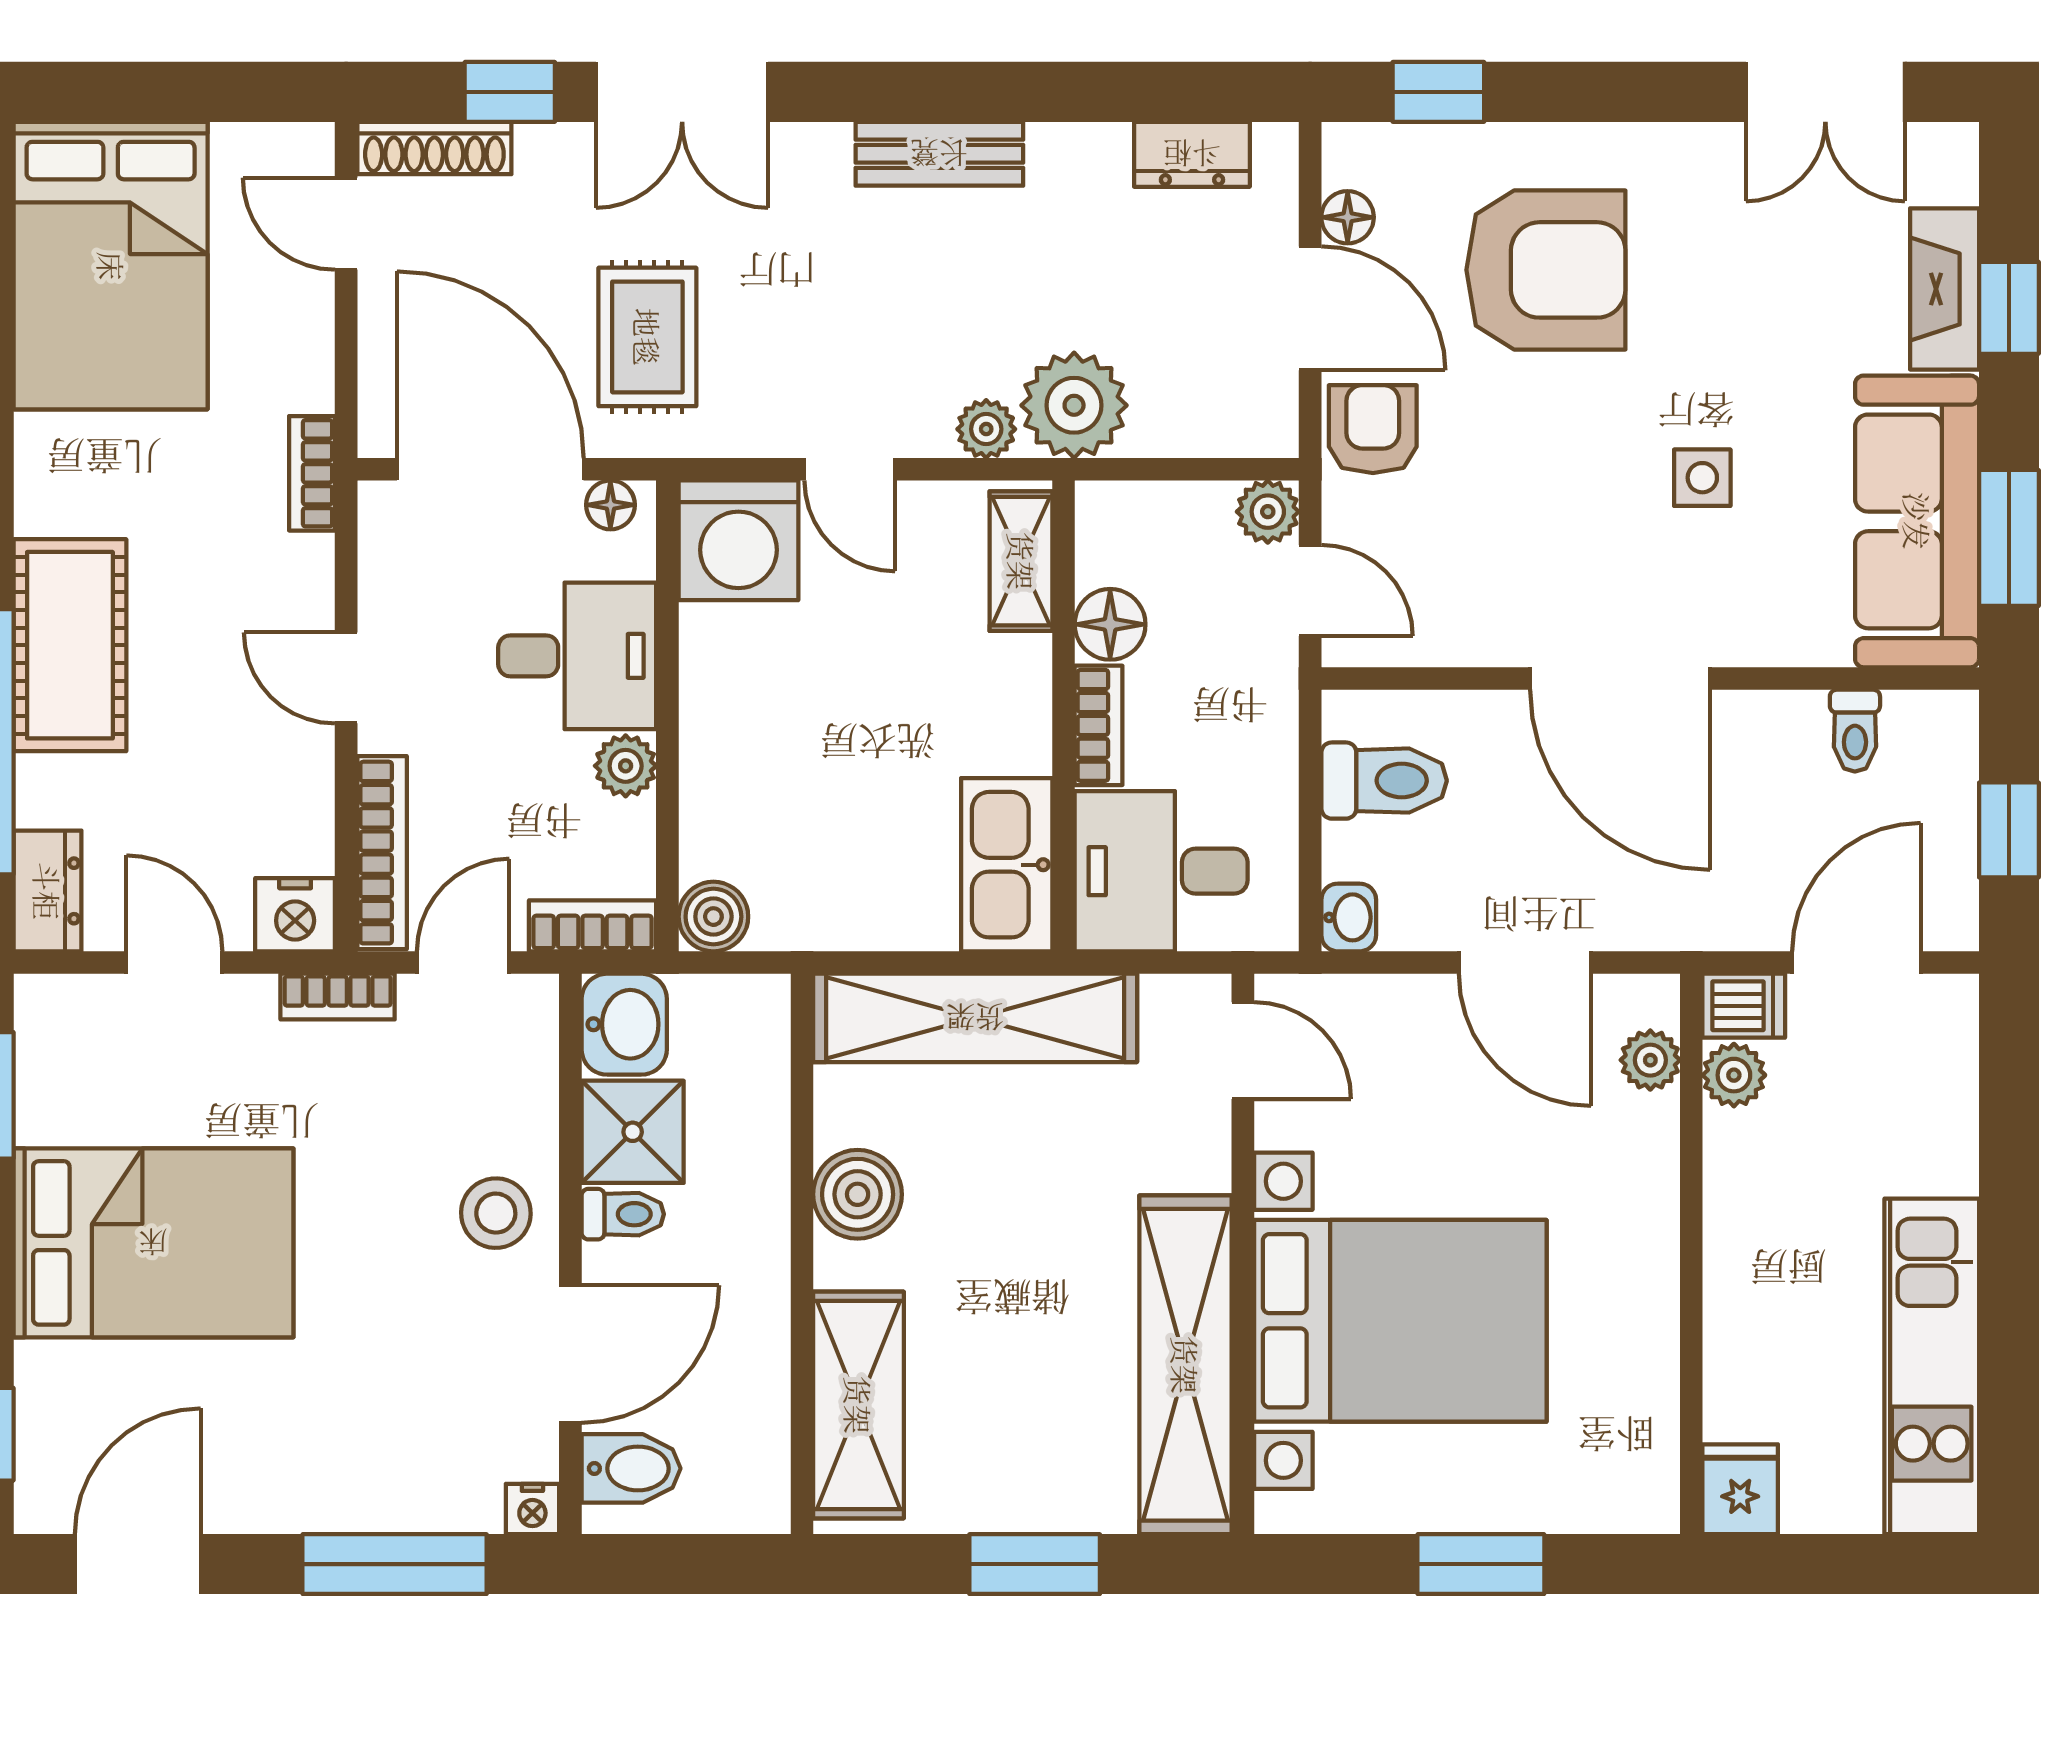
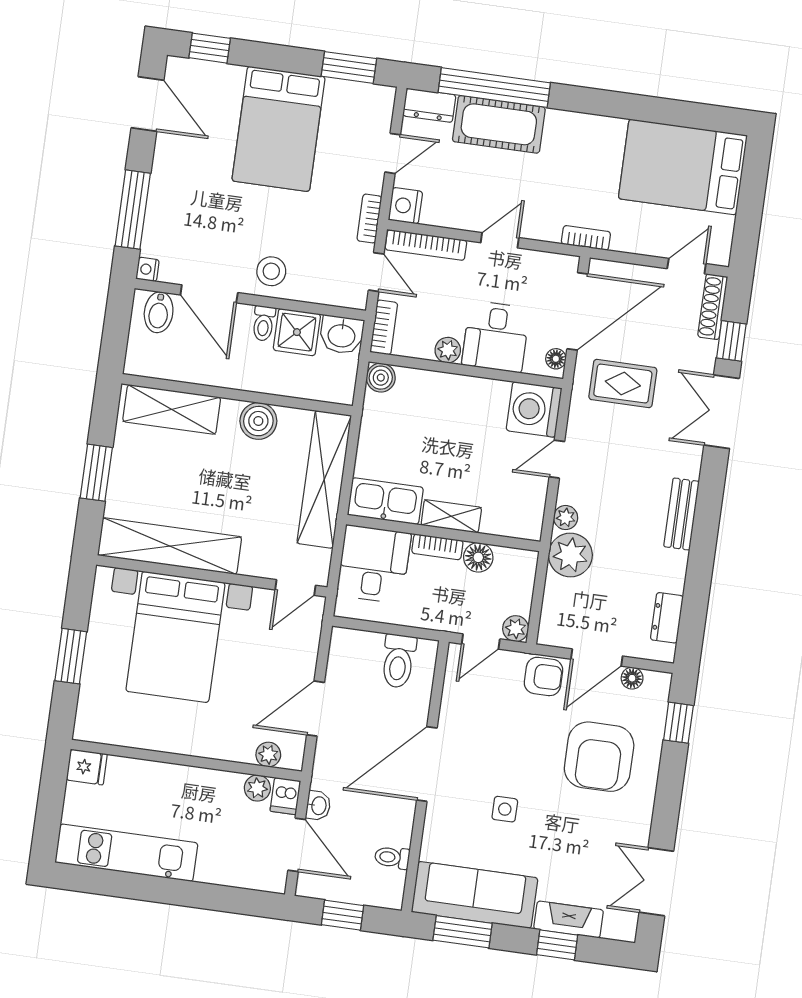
shelving: (1021, 561) -> (451, 516), moved
cot: (70, 645) -> (499, 124), moved
washbasin: (1349, 917) -> (318, 806), moved, turned -90

